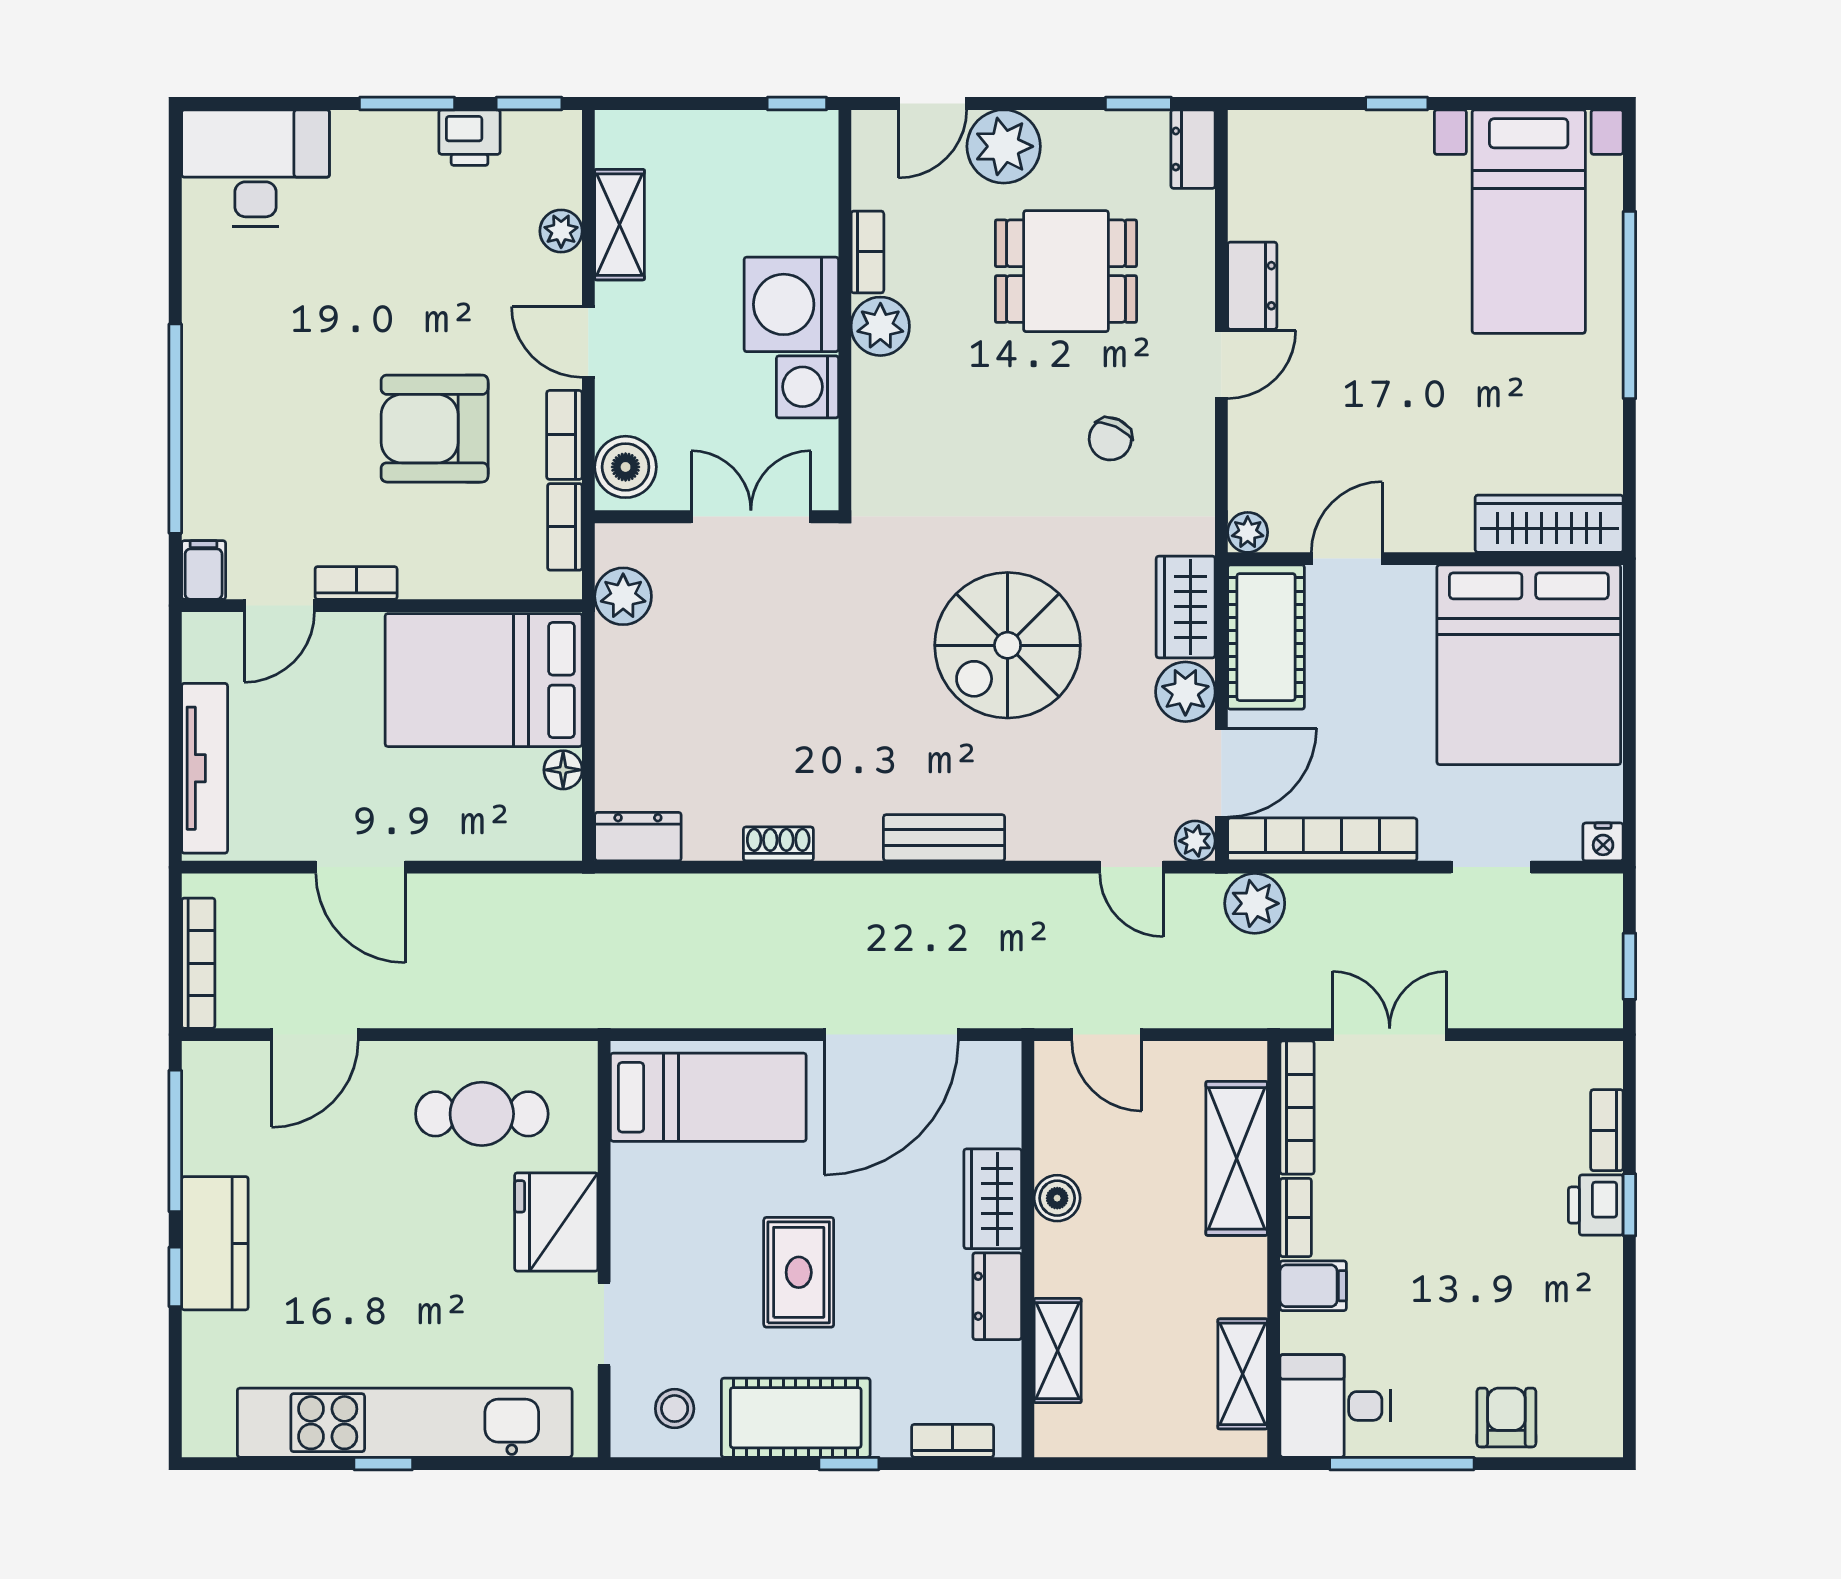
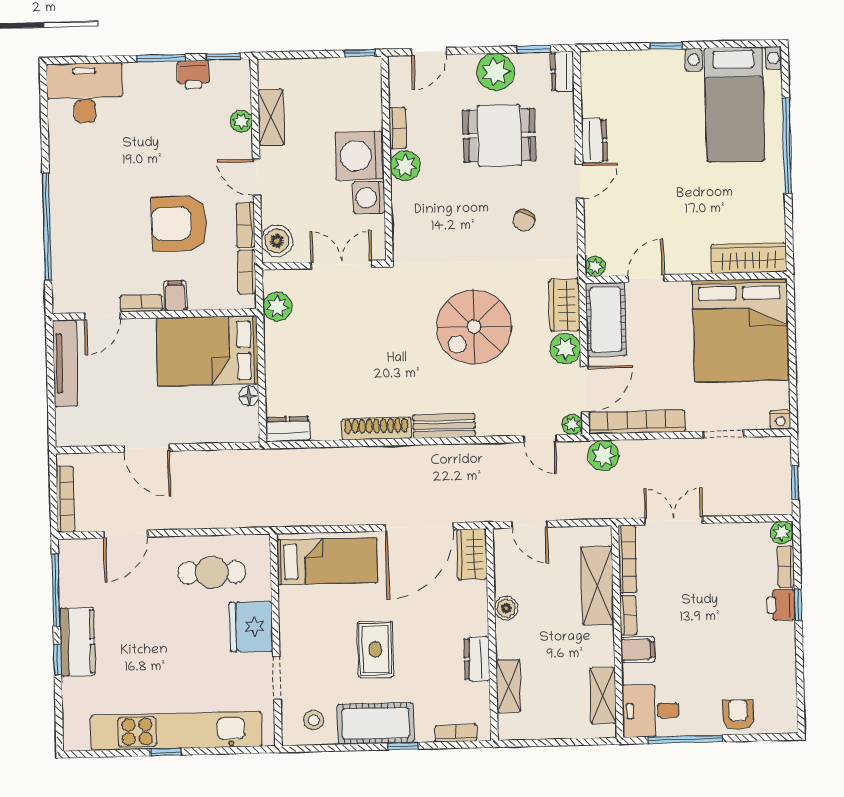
plant: (1004, 146) -> (495, 72), moved
filing cabinet: (204, 570) -> (175, 296), moved
tv unit: (205, 768) -> (65, 363), moved
shoe rack: (778, 844) -> (376, 429), width x1.94, depth x1.24
plant: (1601, 1063) -> (782, 533), added
wardrobe: (993, 1199) -> (472, 554), moved

